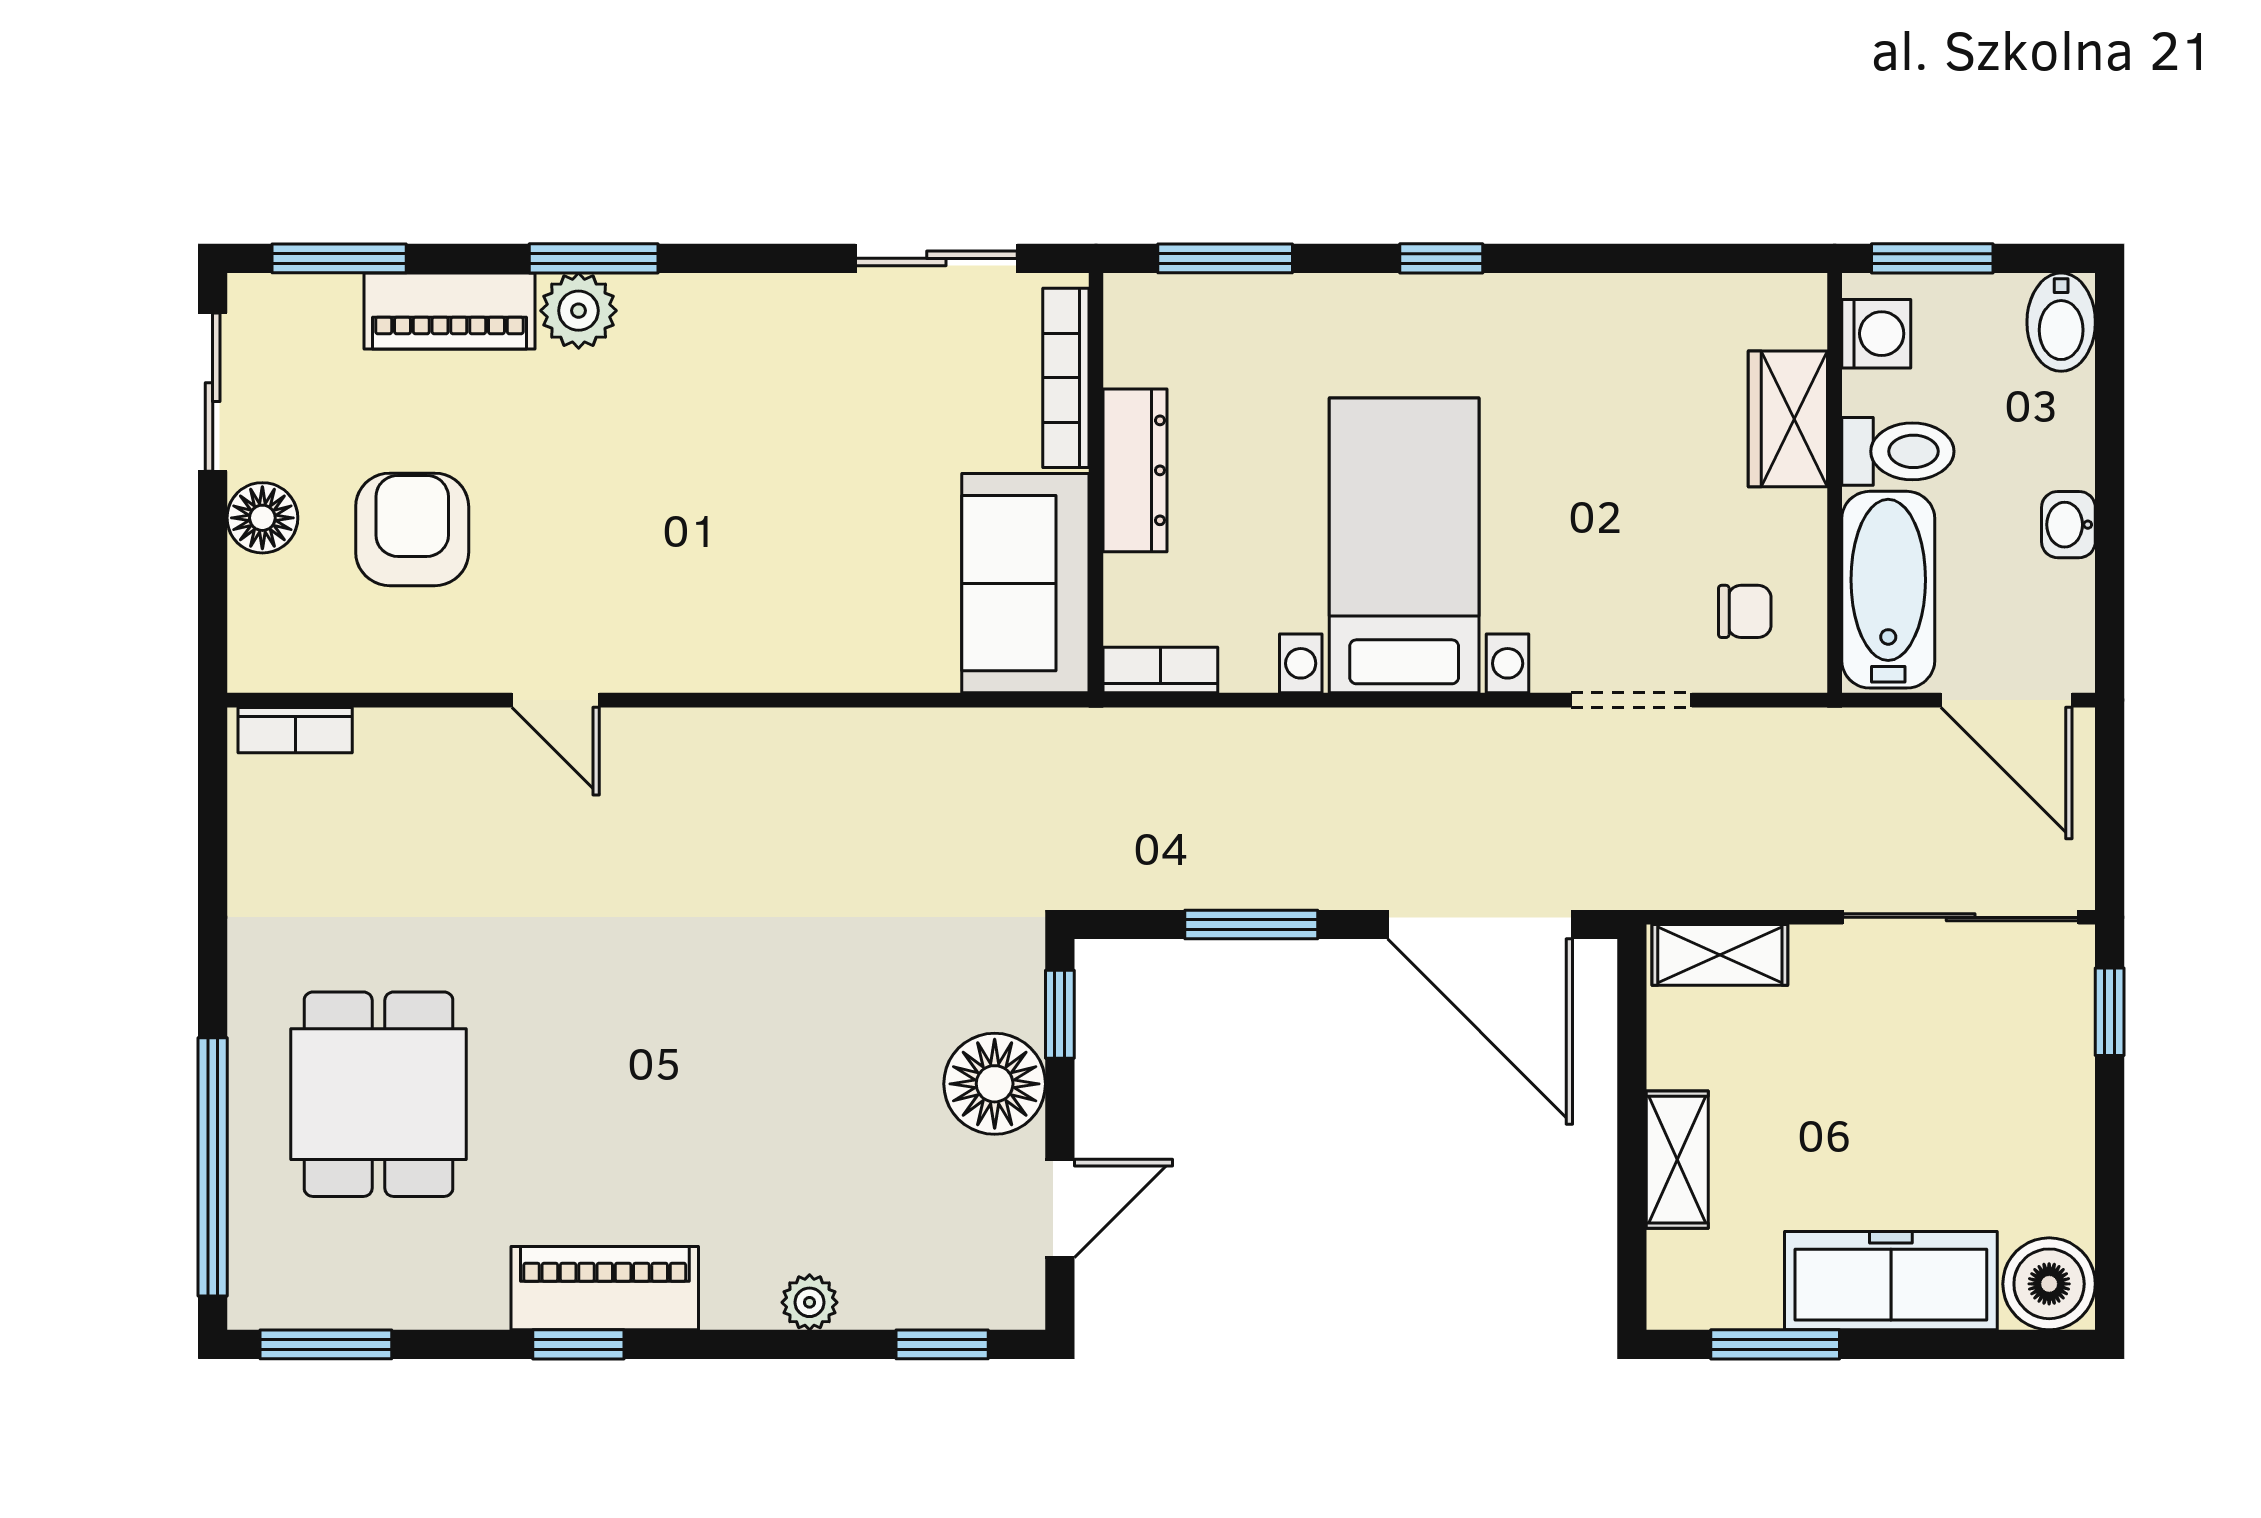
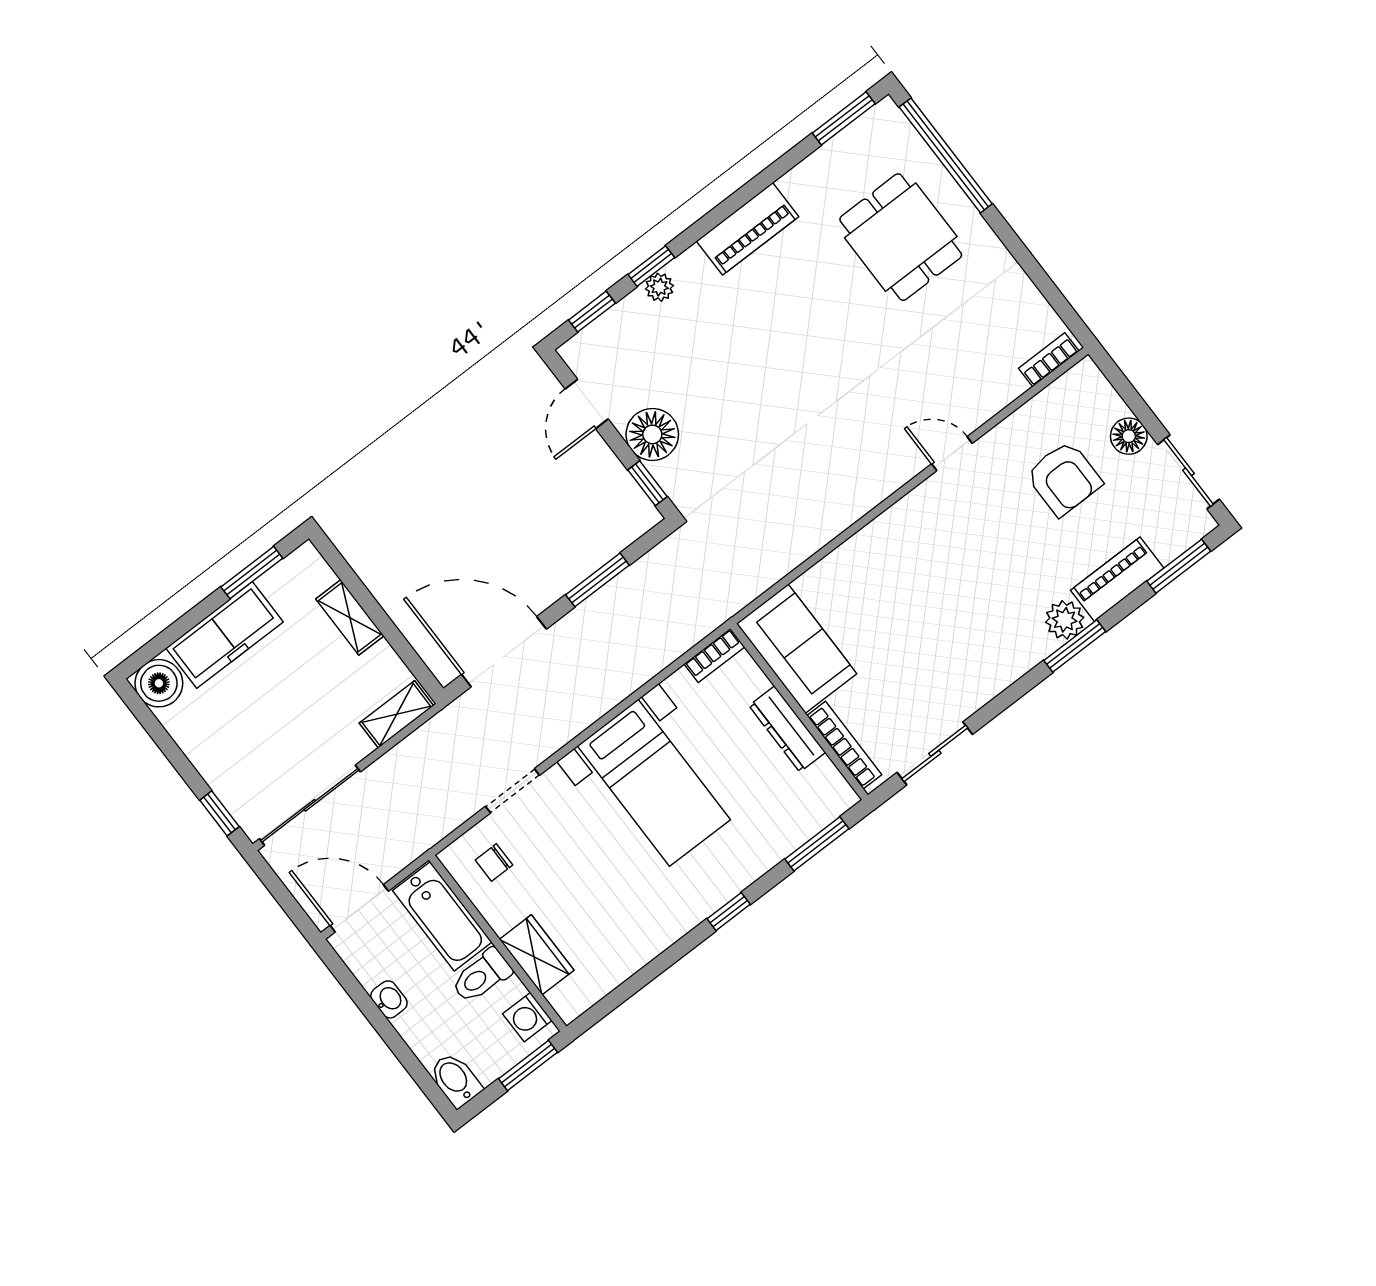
window: (578, 1344) -> (651, 266), moved

